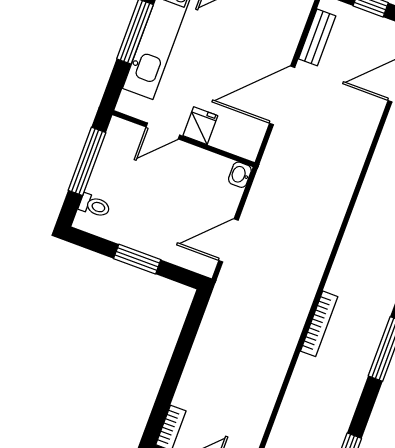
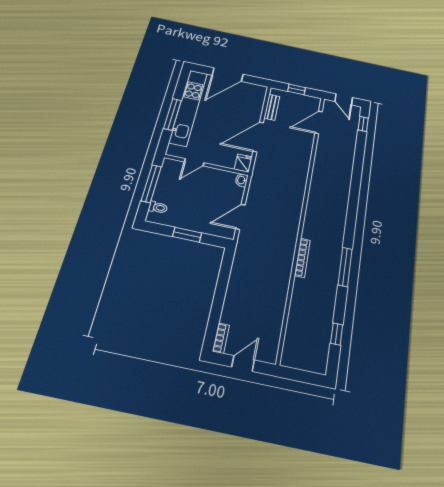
fridge: (200, 126) -> (243, 163), moved

